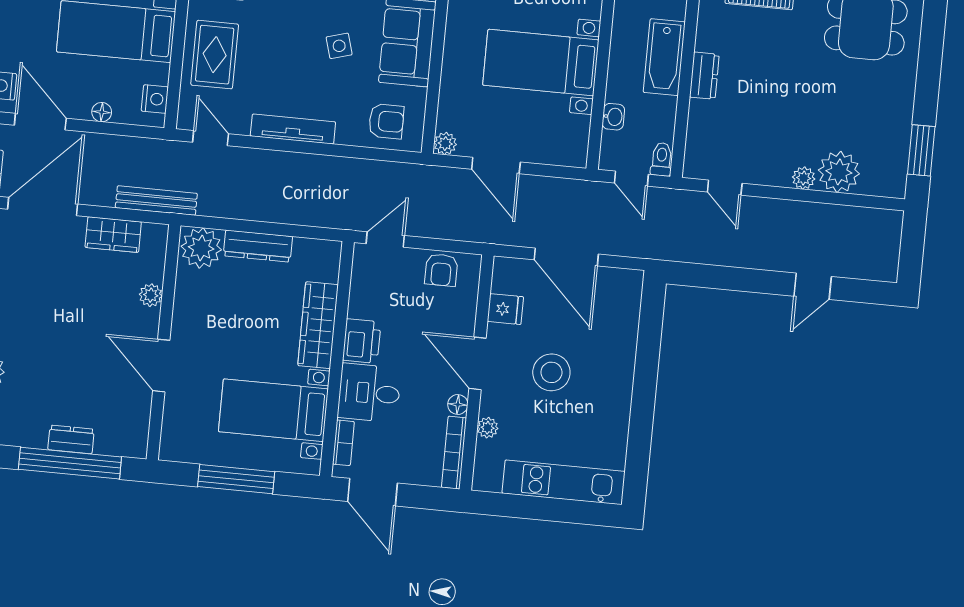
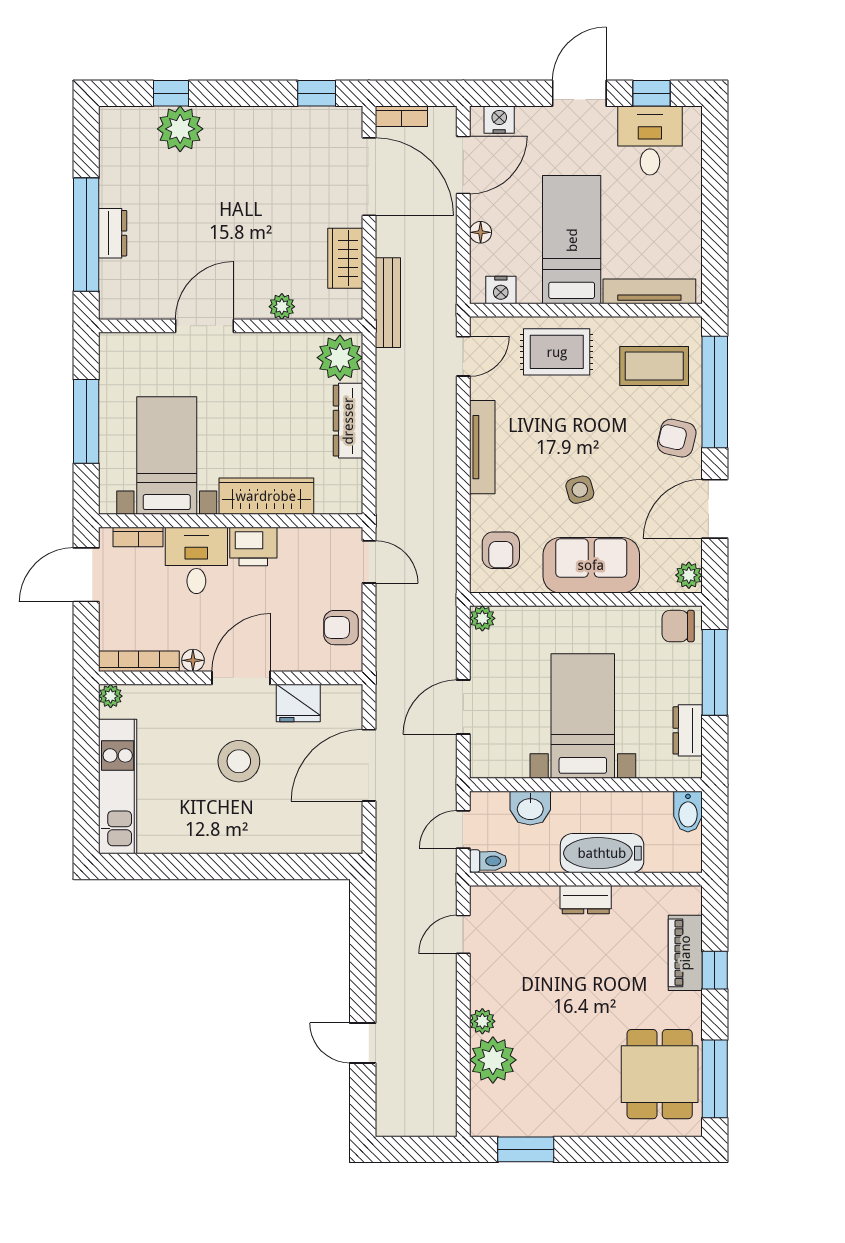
washbasin: (613, 117) -> (530, 808), width x1.38, depth x1.45
door: (496, 166) -> (463, 707), moved
fridge: (505, 309) -> (298, 703), width x1.38
plant: (488, 428) -> (111, 696), moved

